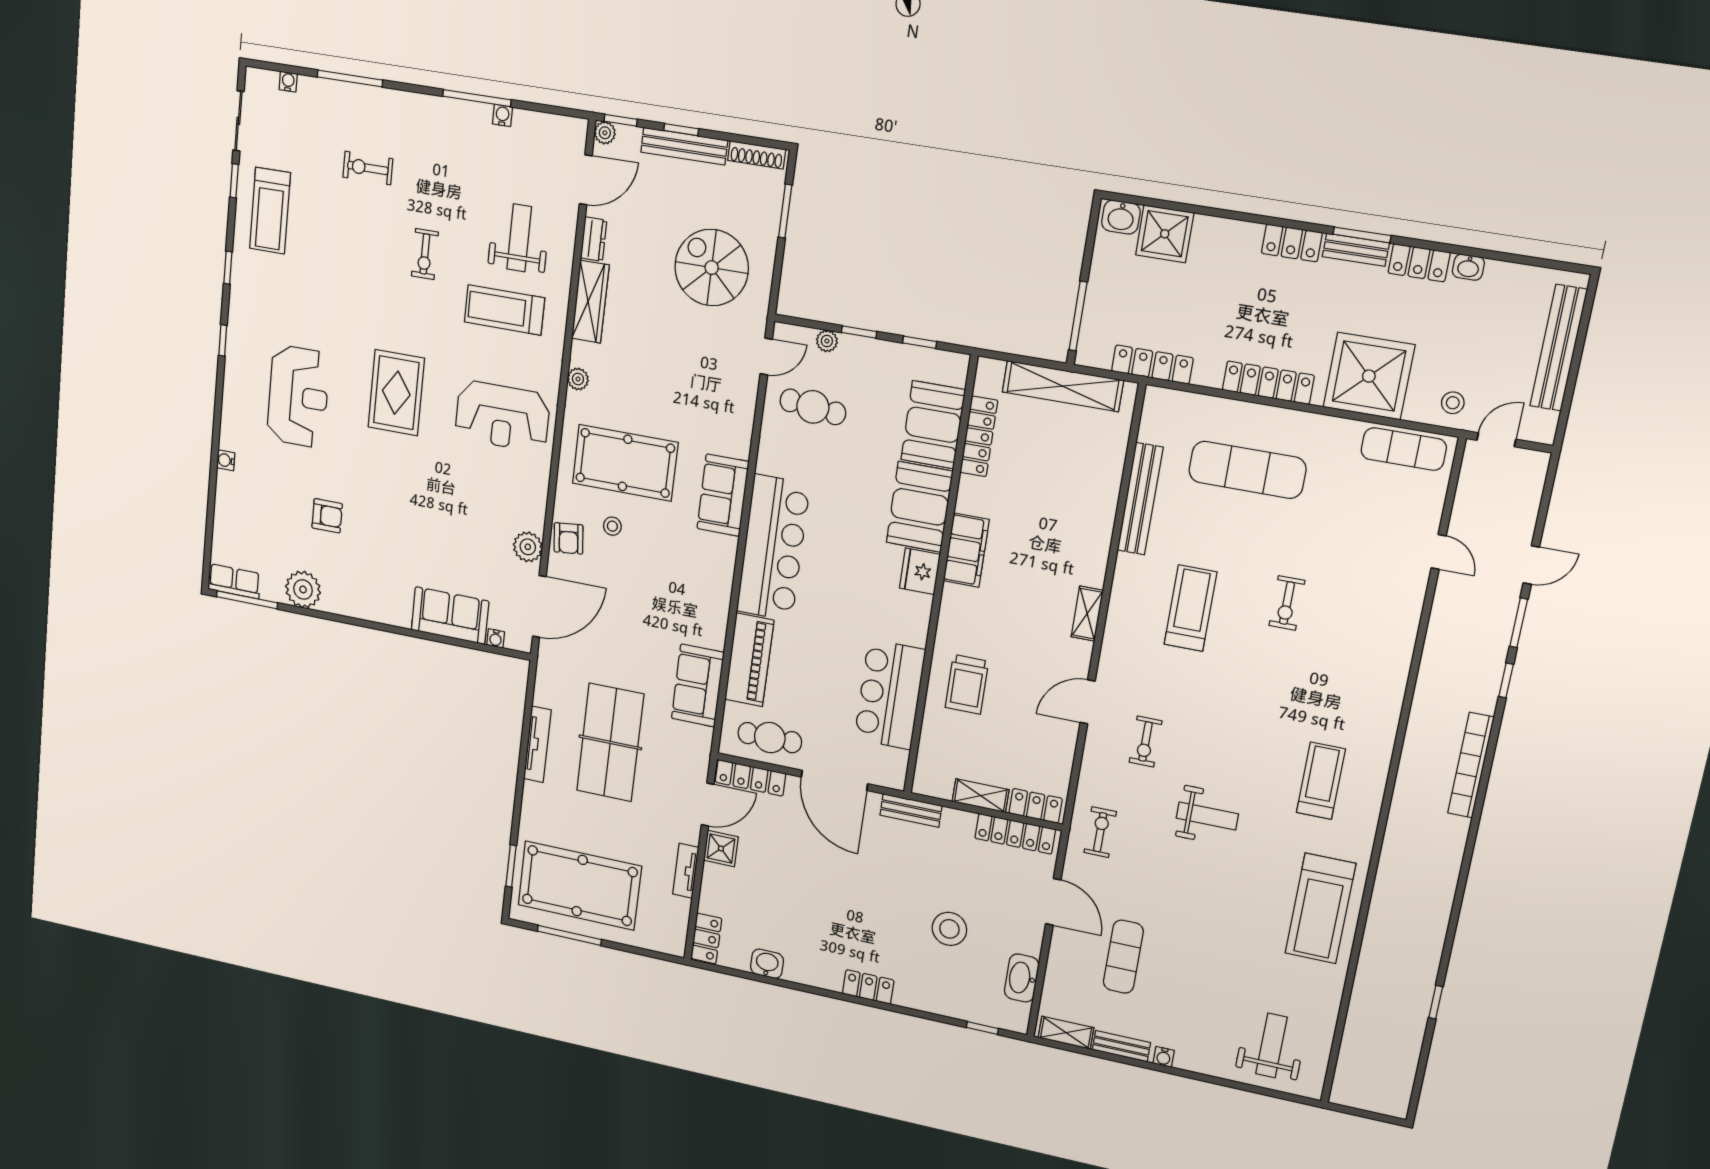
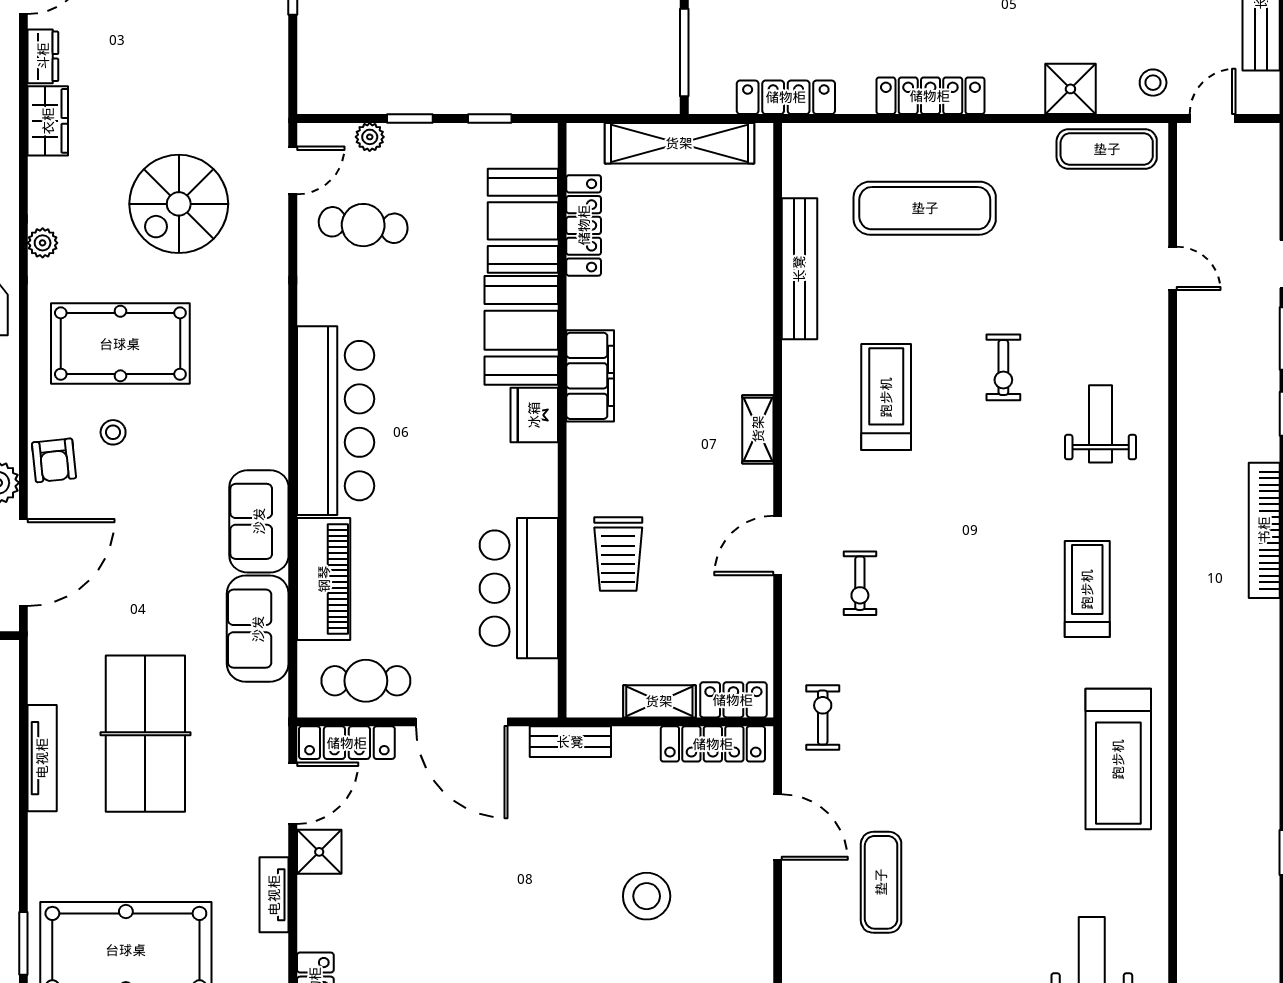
spiral stairs: (712, 268) -> (179, 204), moved, turned -90
wardrobe: (590, 302) -> (48, 121), width x0.67
shower: (1369, 376) -> (1070, 89), width x0.54, depth x0.54
sofa: (723, 495) -> (259, 521), moved
weight bench: (1207, 816) -> (1101, 424), moved, turned -90
washbasin: (1022, 978) -> (753, 943), removed

